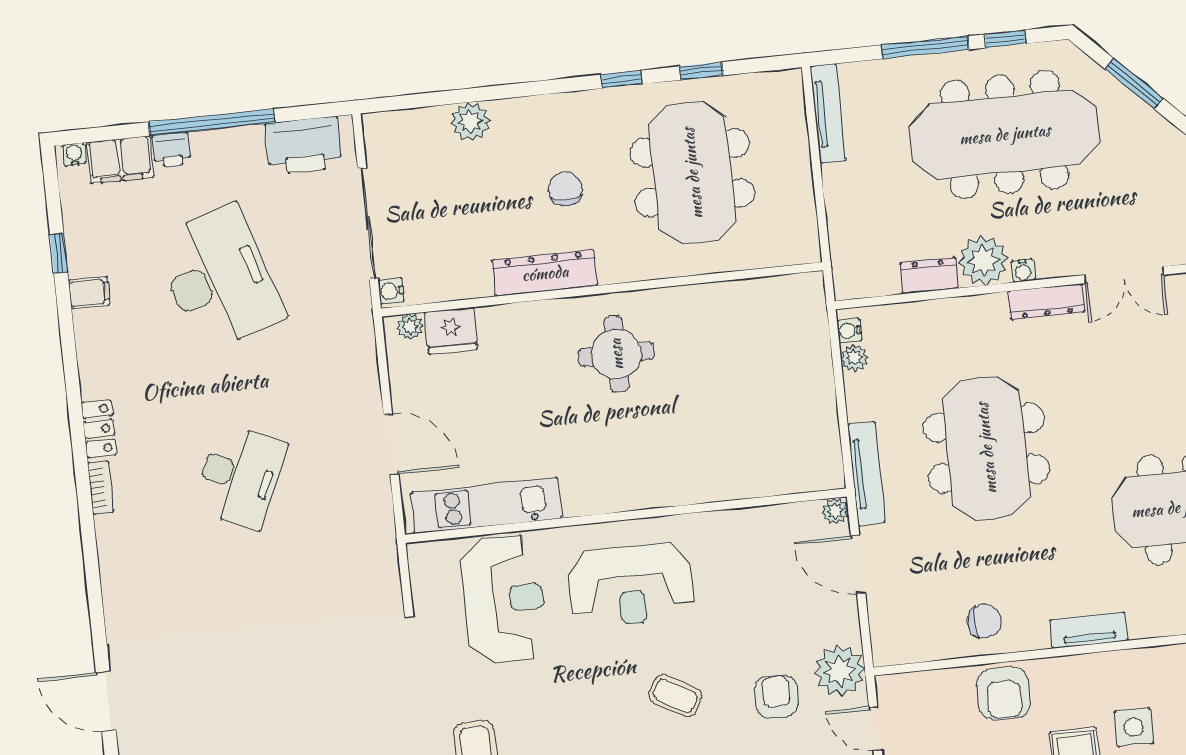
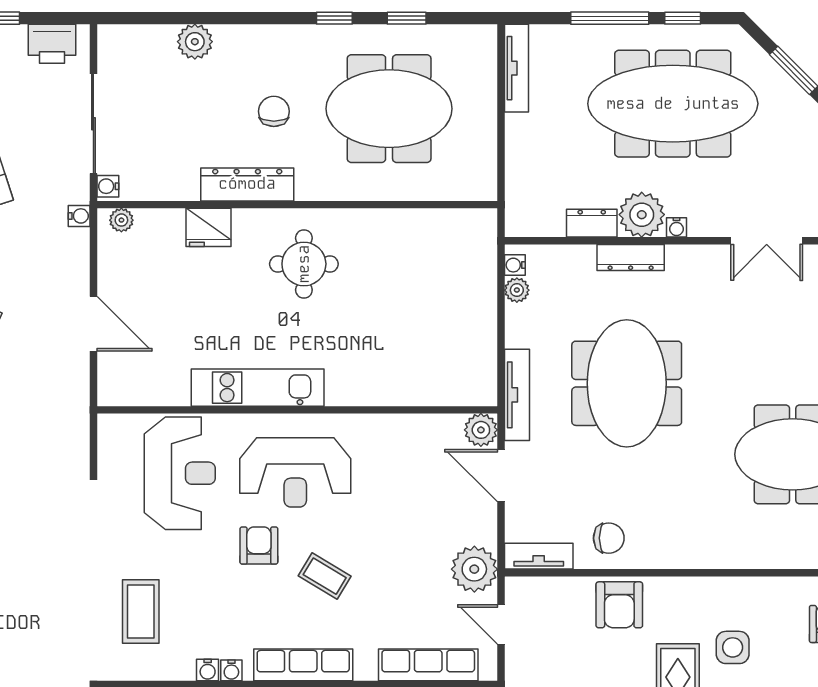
printer: (304, 145) -> (52, 44), width x0.73, depth x0.84
meeting table: (692, 173) -> (389, 109), turned 90
dresser: (1046, 302) -> (631, 258), moved
water cooler: (363, 327) -> (79, 216), added
fridge: (451, 331) -> (209, 227), moved
kitchen unit: (486, 505) -> (258, 388), moved
plant: (835, 511) -> (481, 430), width x1.38, depth x1.38
tv unit: (1089, 630) -> (539, 556), moved
armchair: (776, 697) -> (259, 546), moved

